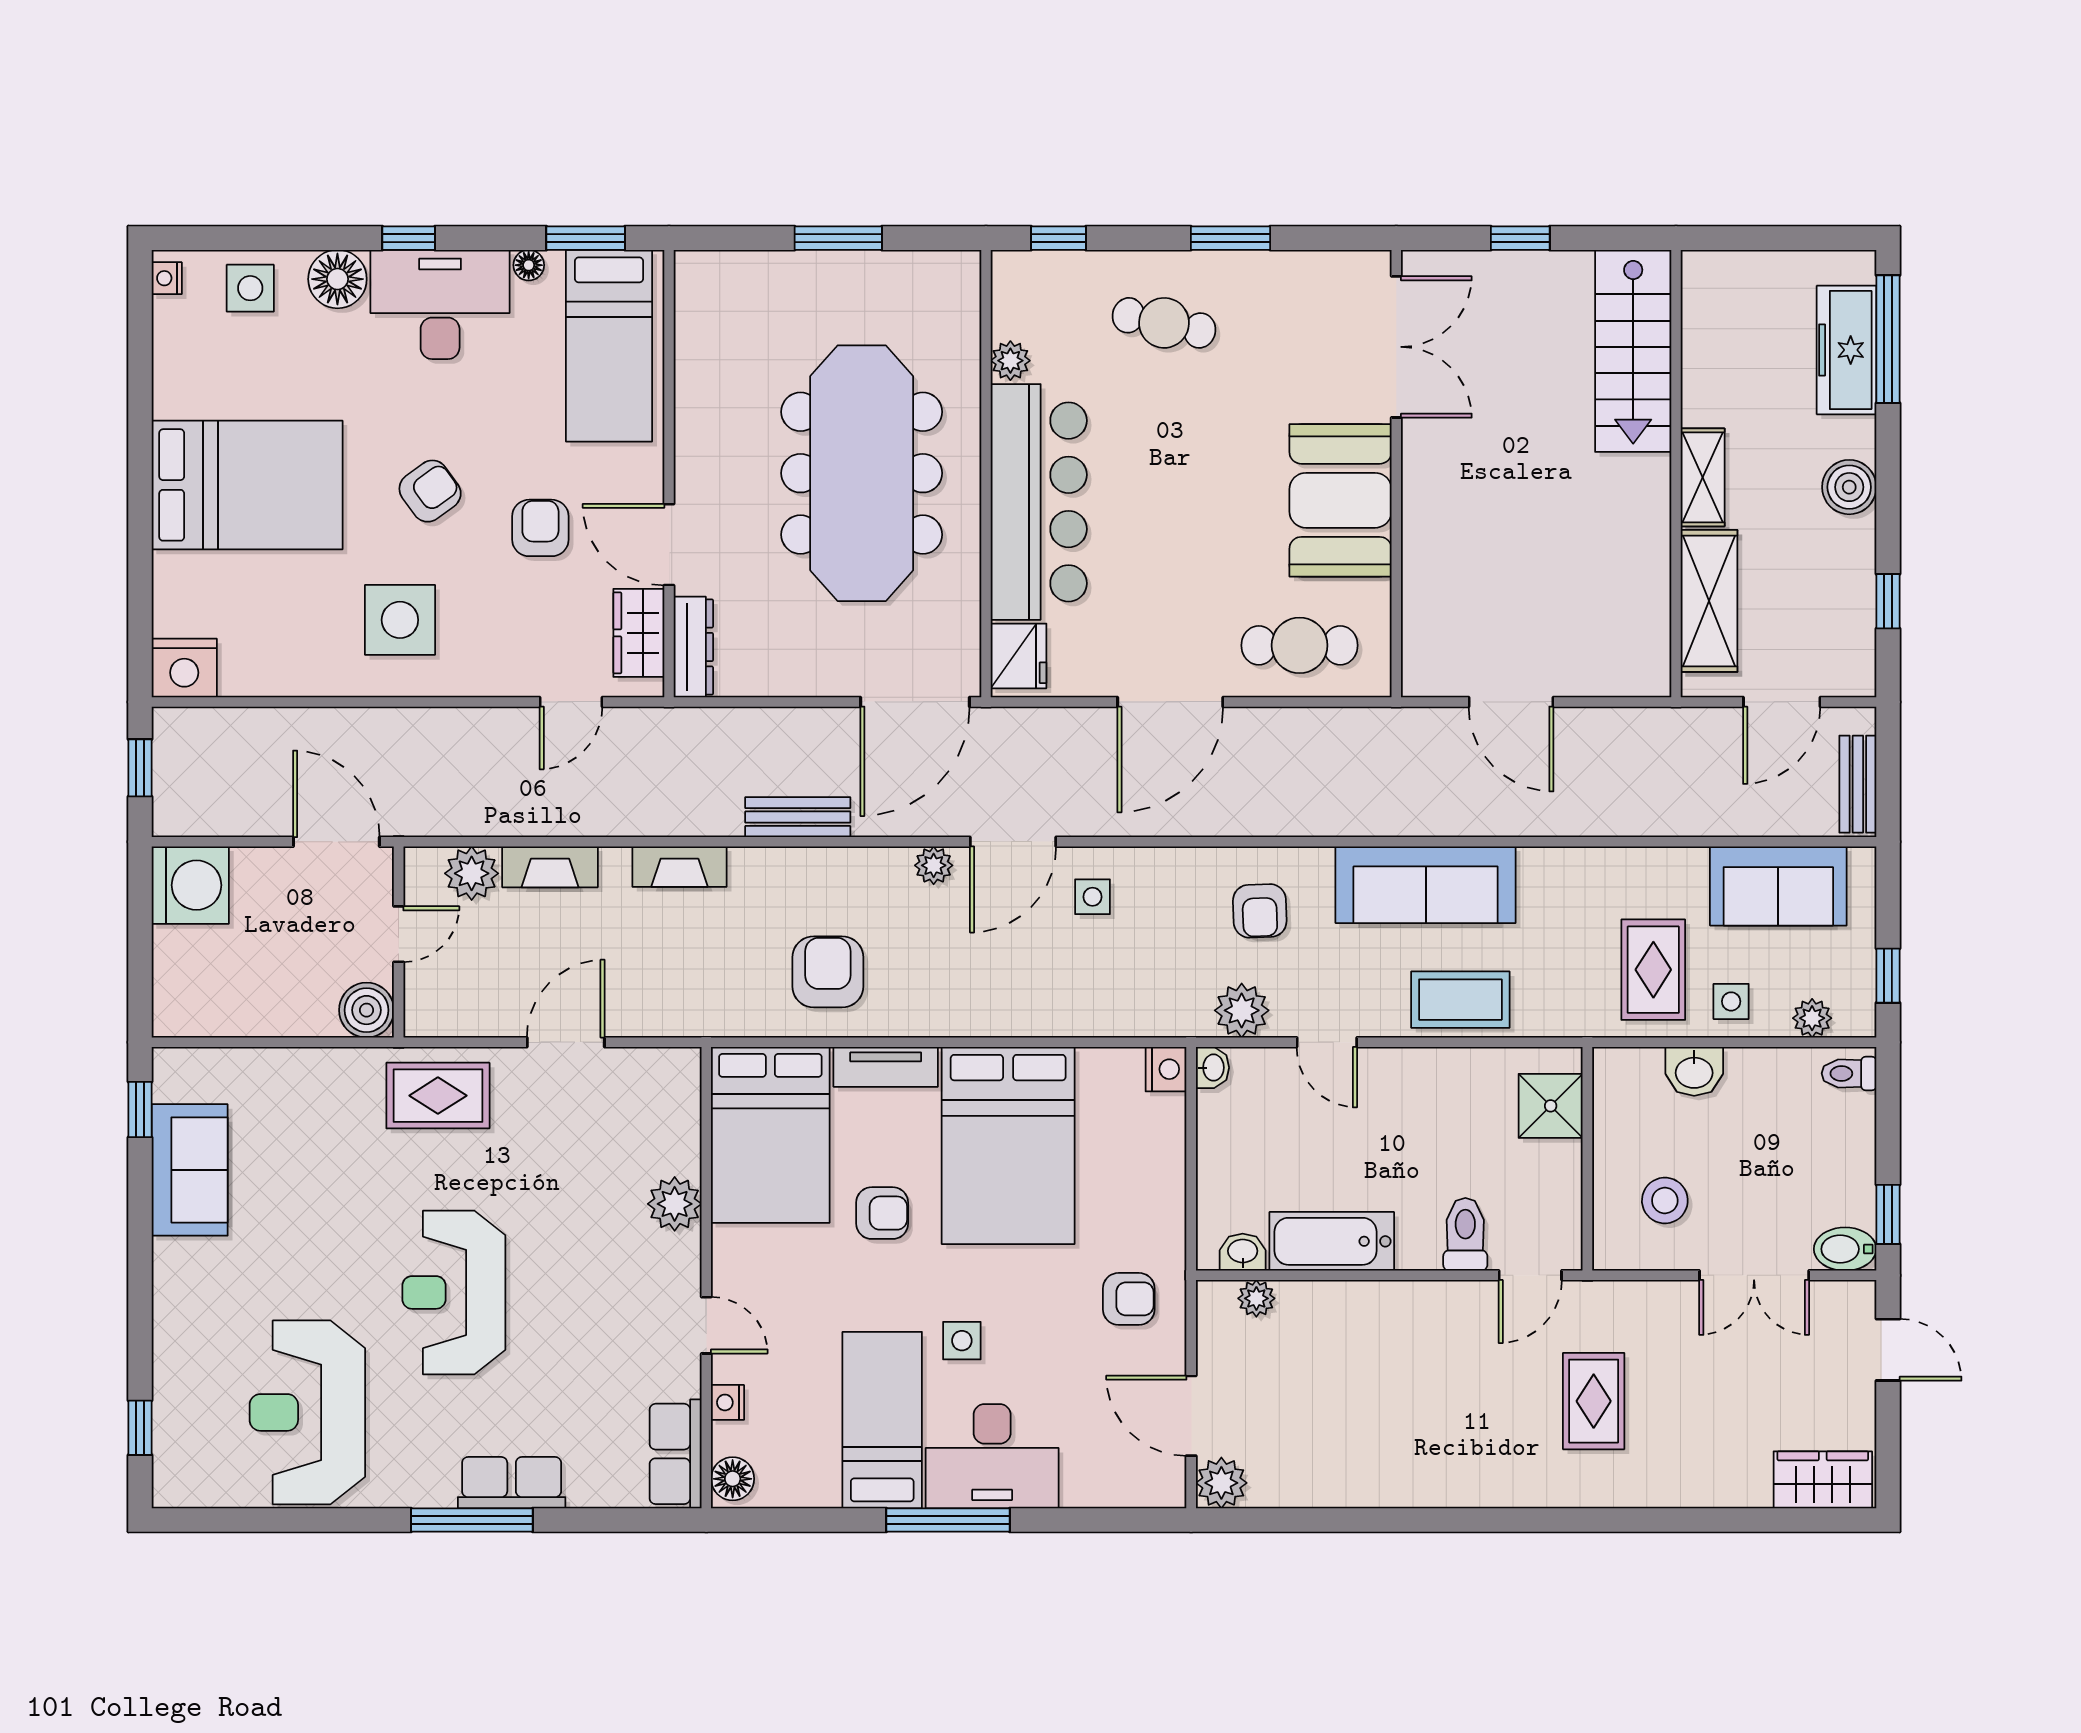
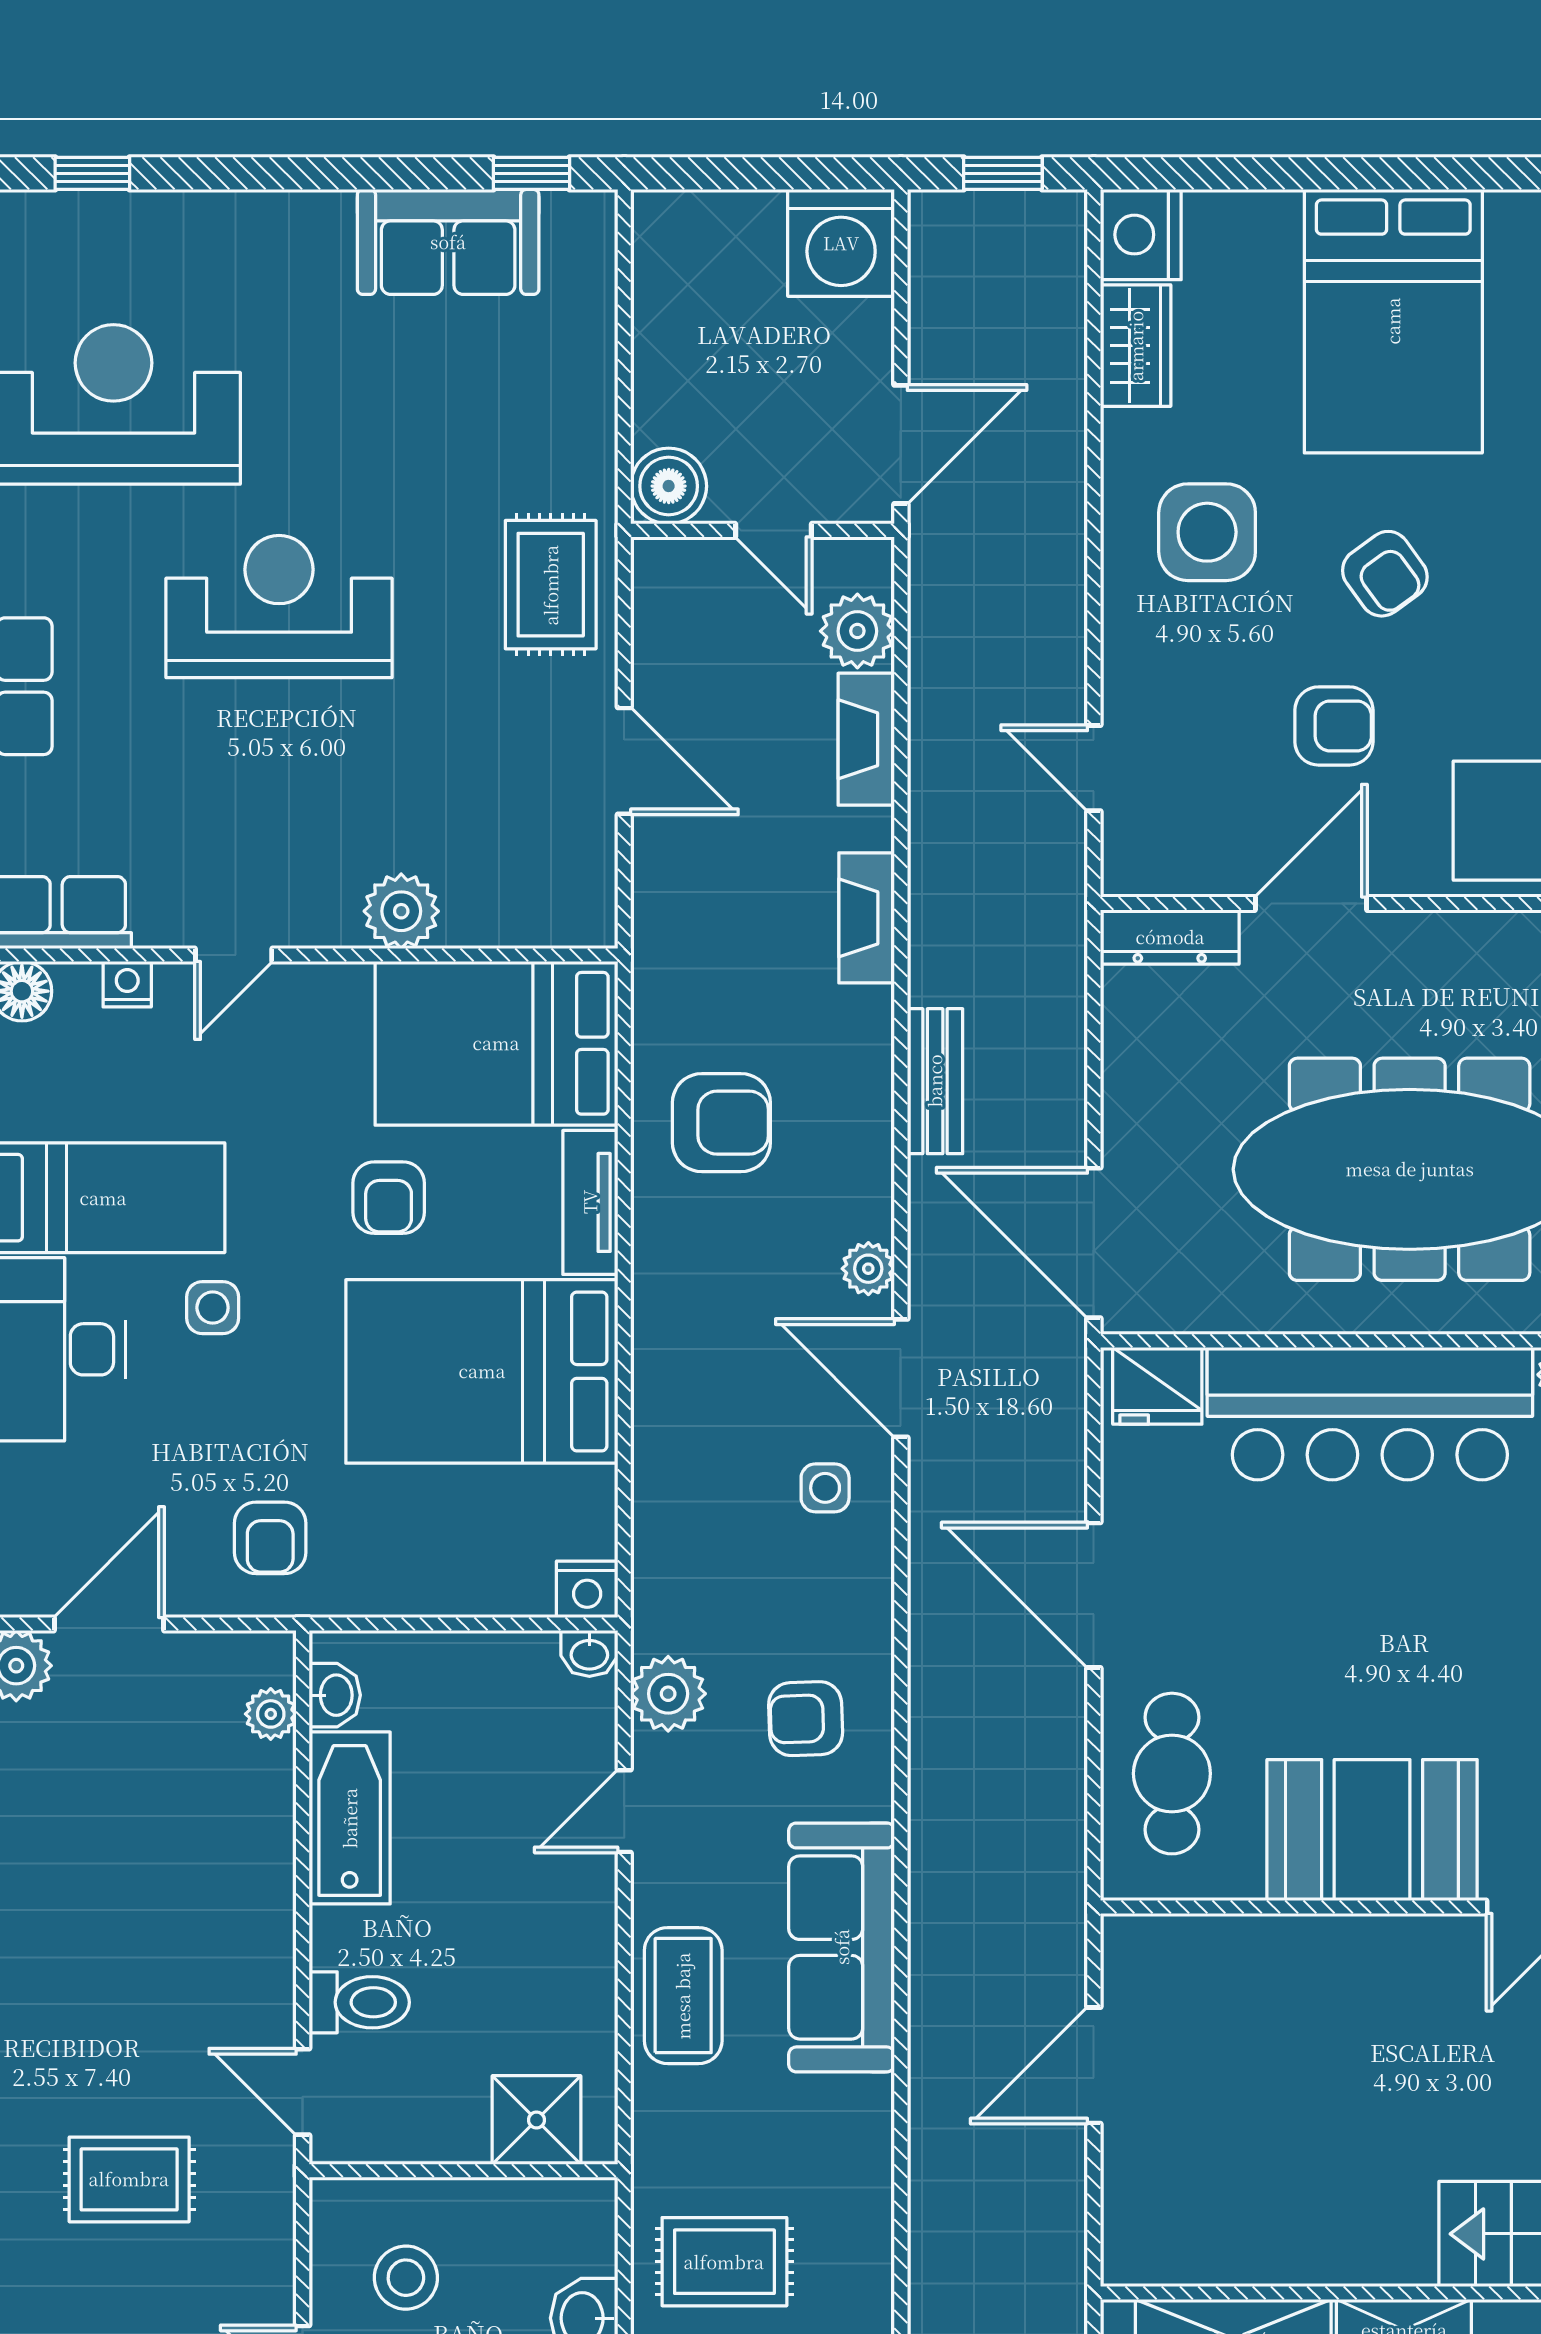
wardrobe: (639, 633) -> (1136, 346), moved, turned 90

